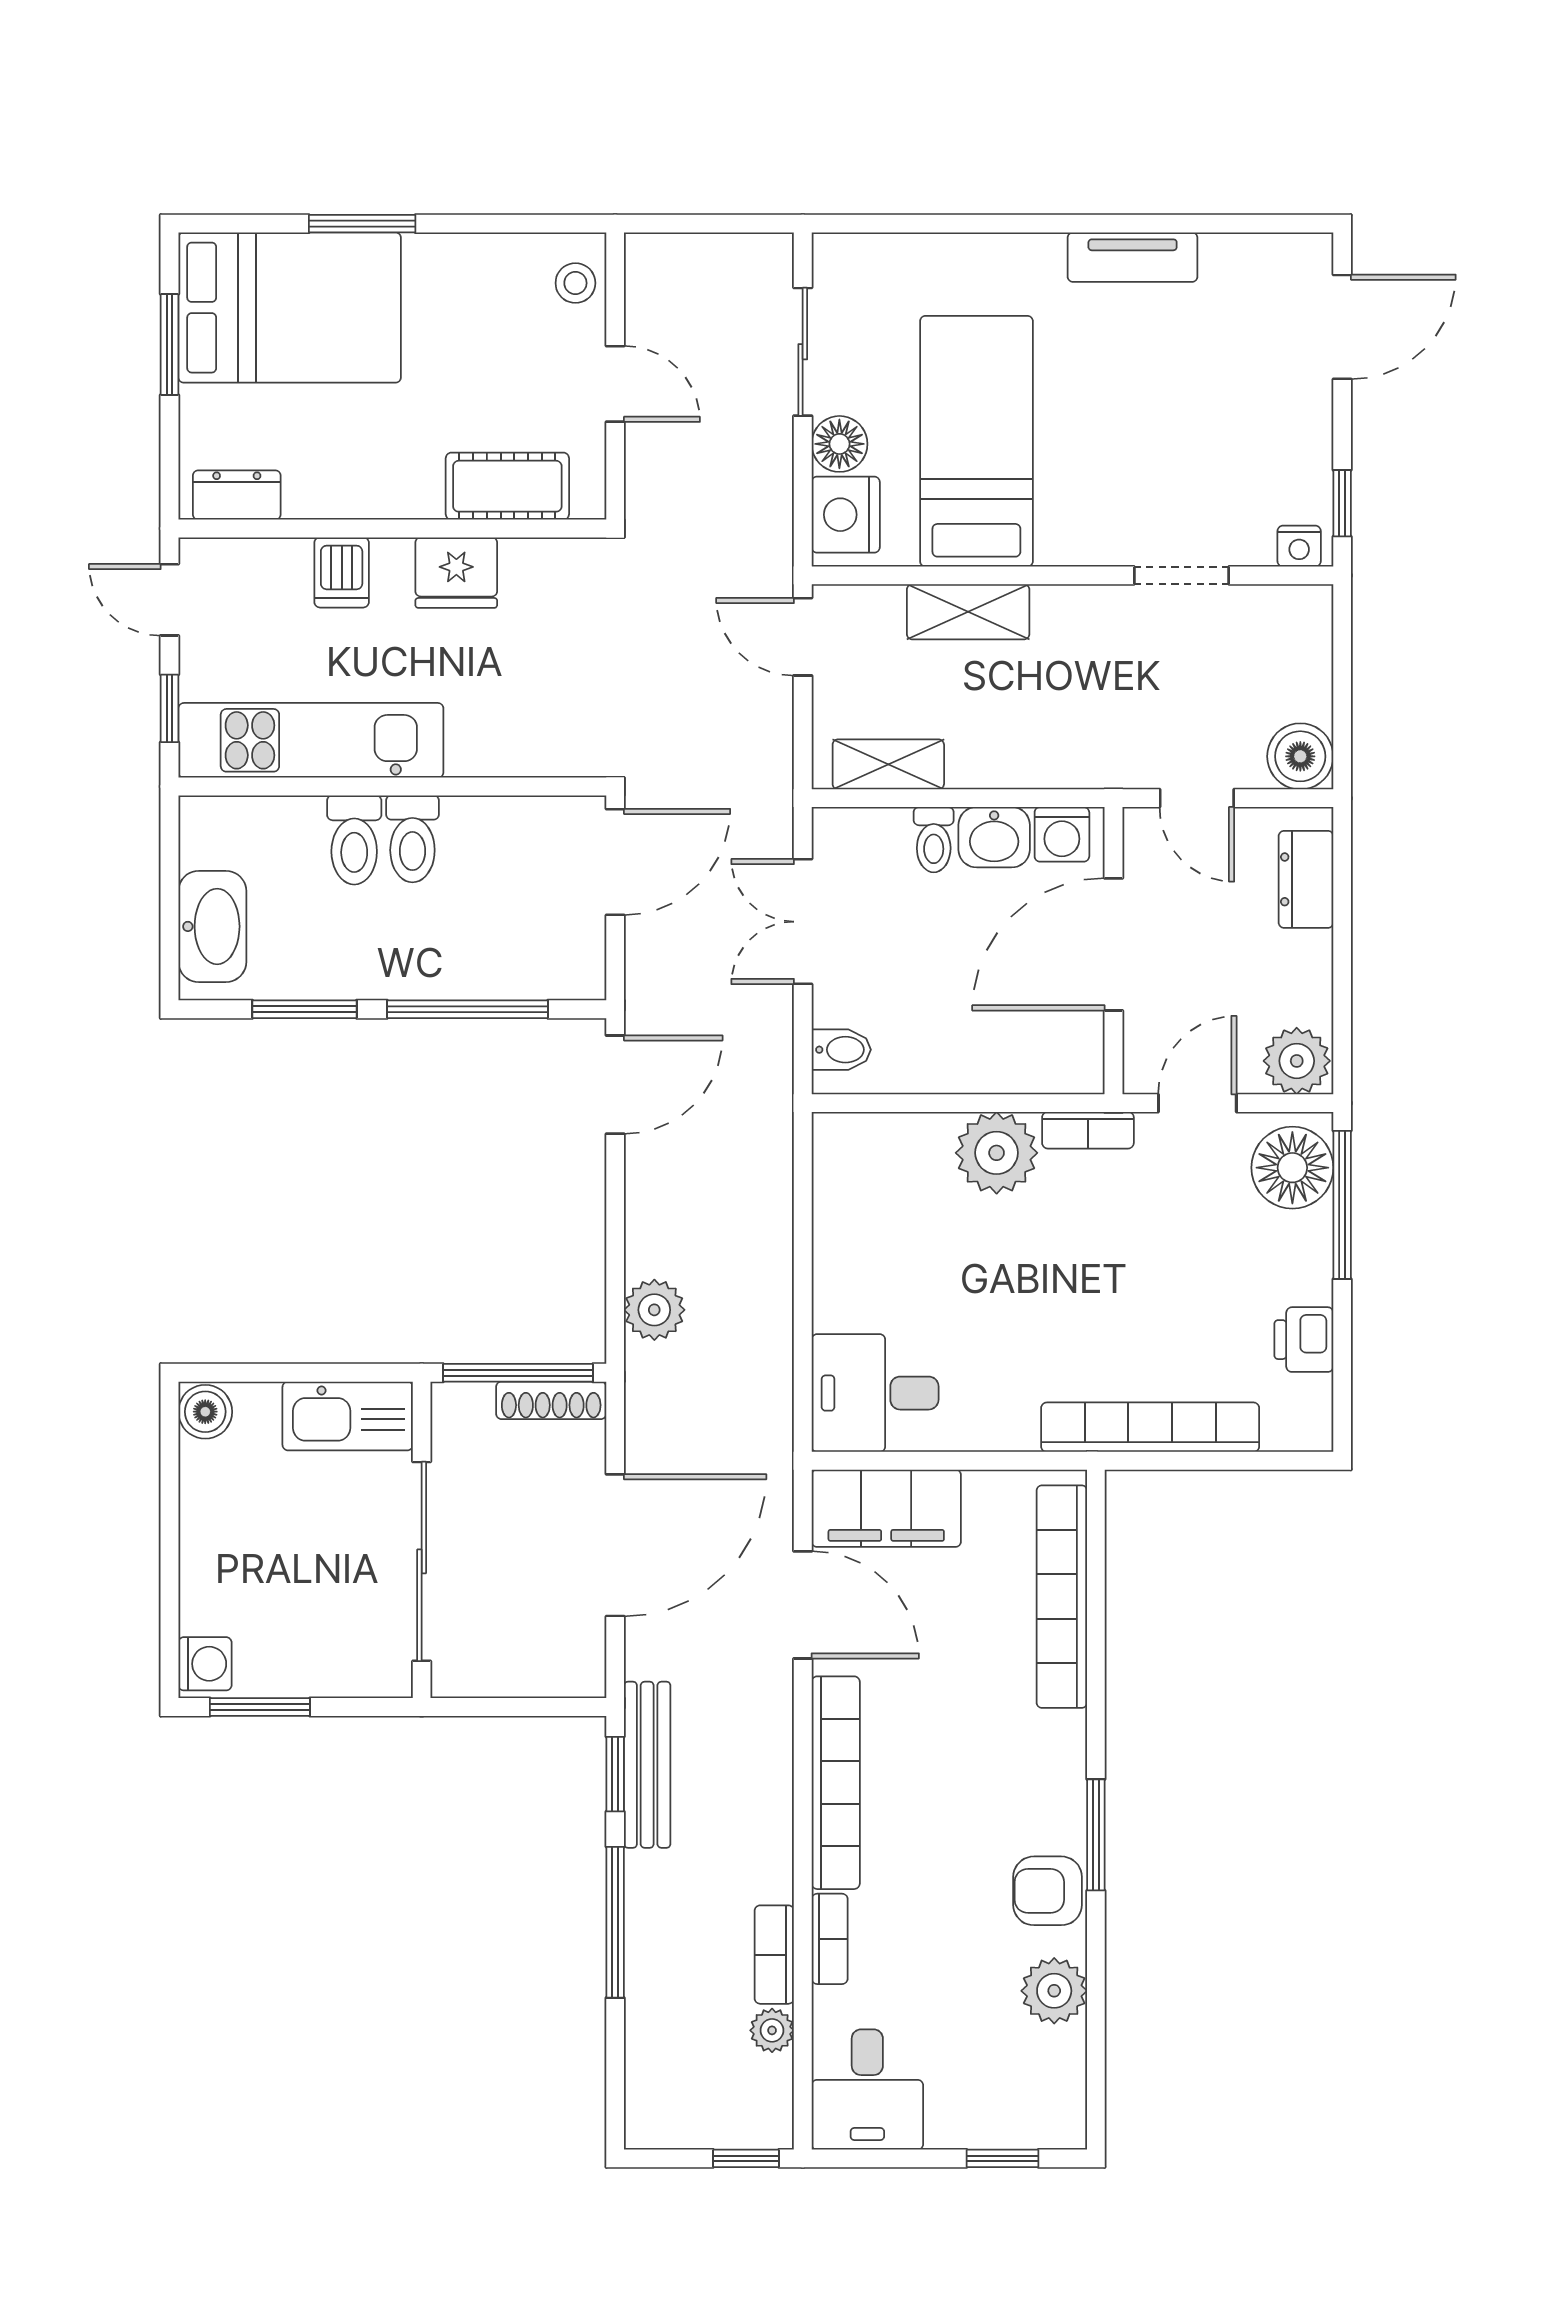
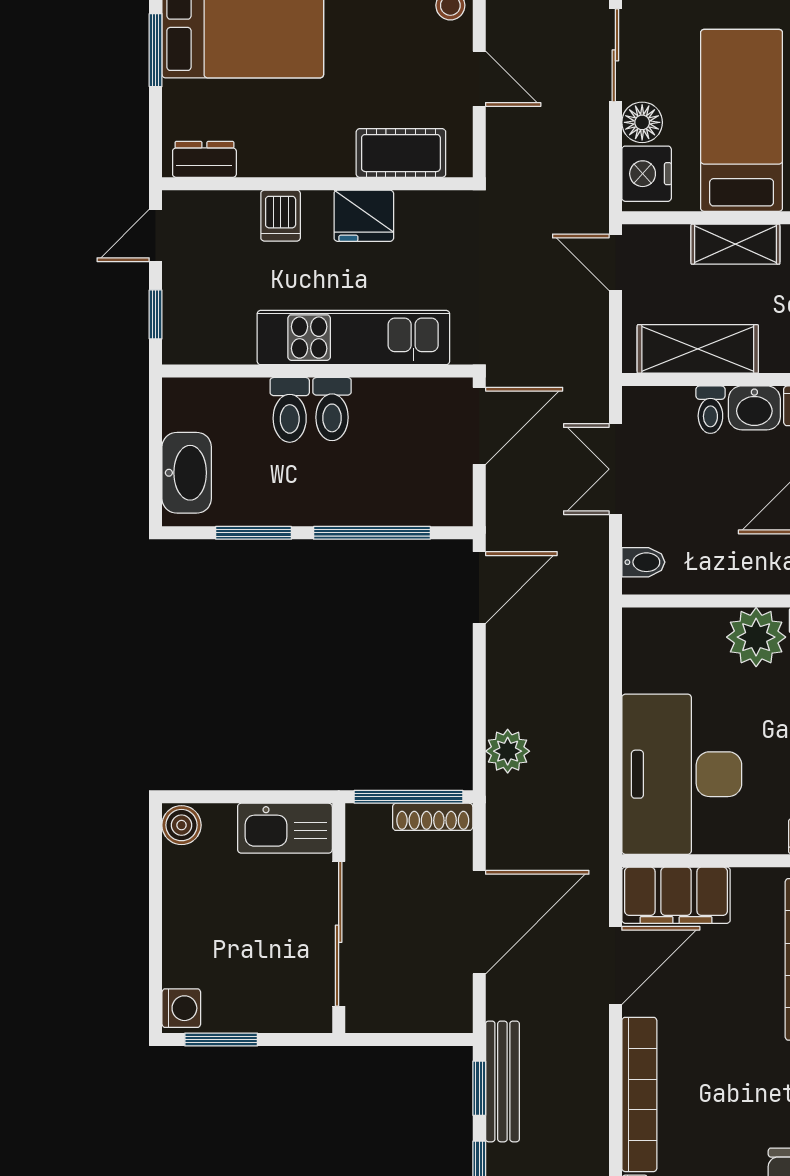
door: (170, 600) -> (156, 236), hinge flipped
kitchen unit: (311, 740) -> (353, 338), moved
shelving: (888, 764) -> (698, 349), width x1.50, depth x1.33
desk: (875, 1393) -> (682, 774), width x1.87, depth x1.30
door: (803, 1605) -> (615, 965), hinge flipped

